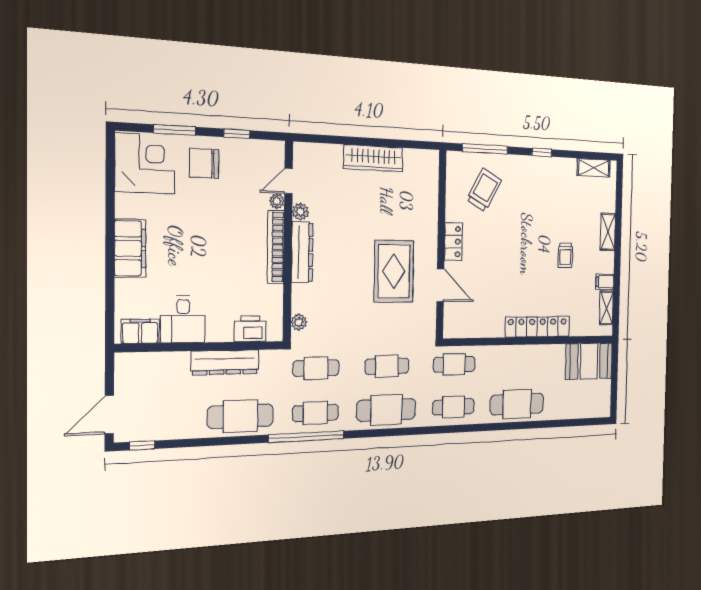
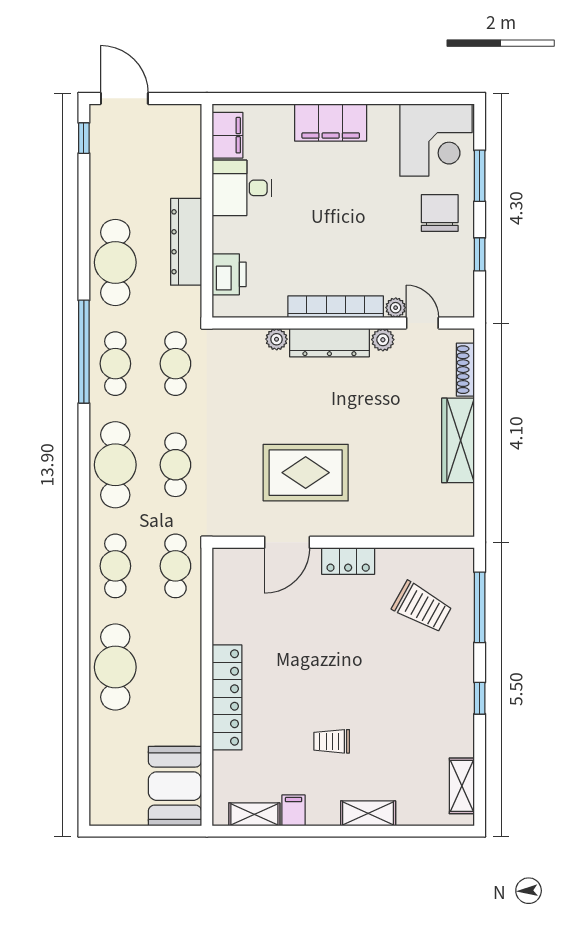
shoe rack: (323, 150) -> (465, 370), added
plant: (299, 322) -> (277, 339), moved

